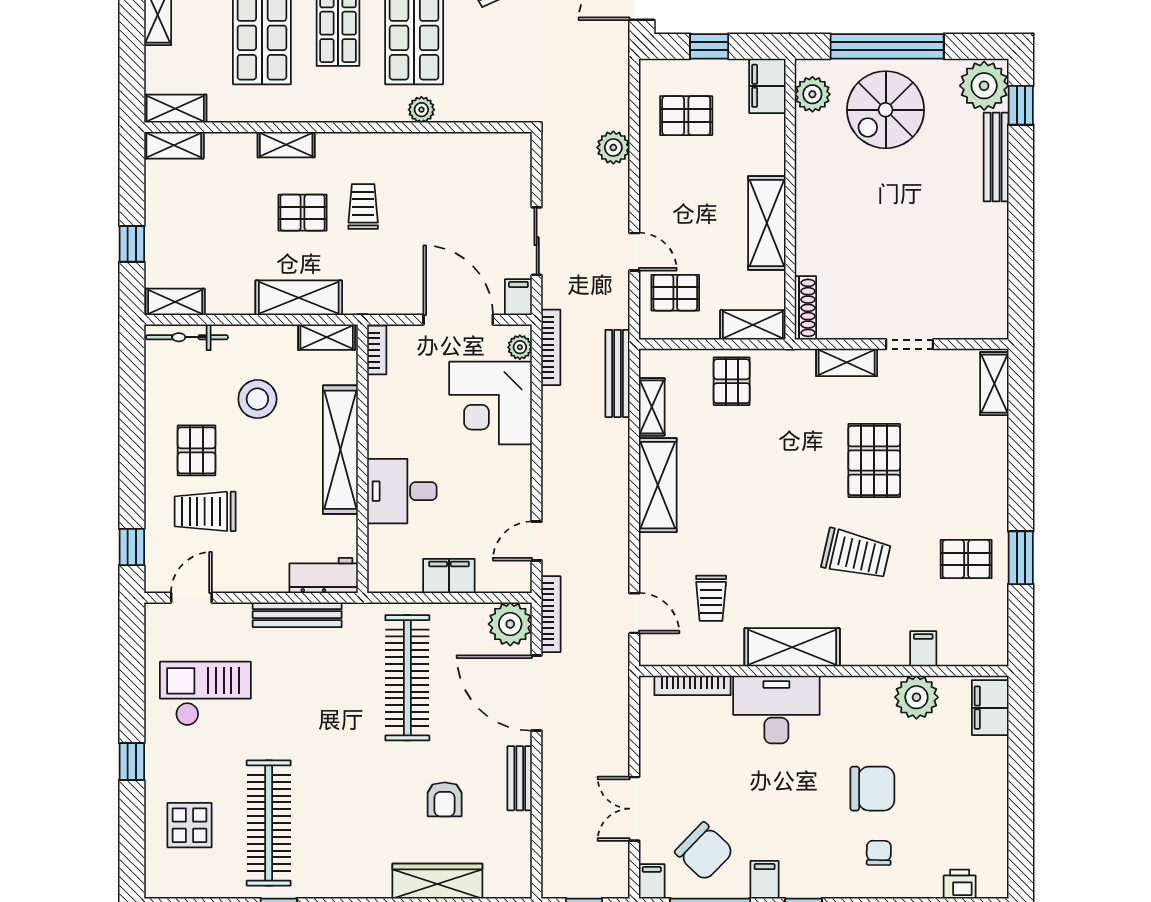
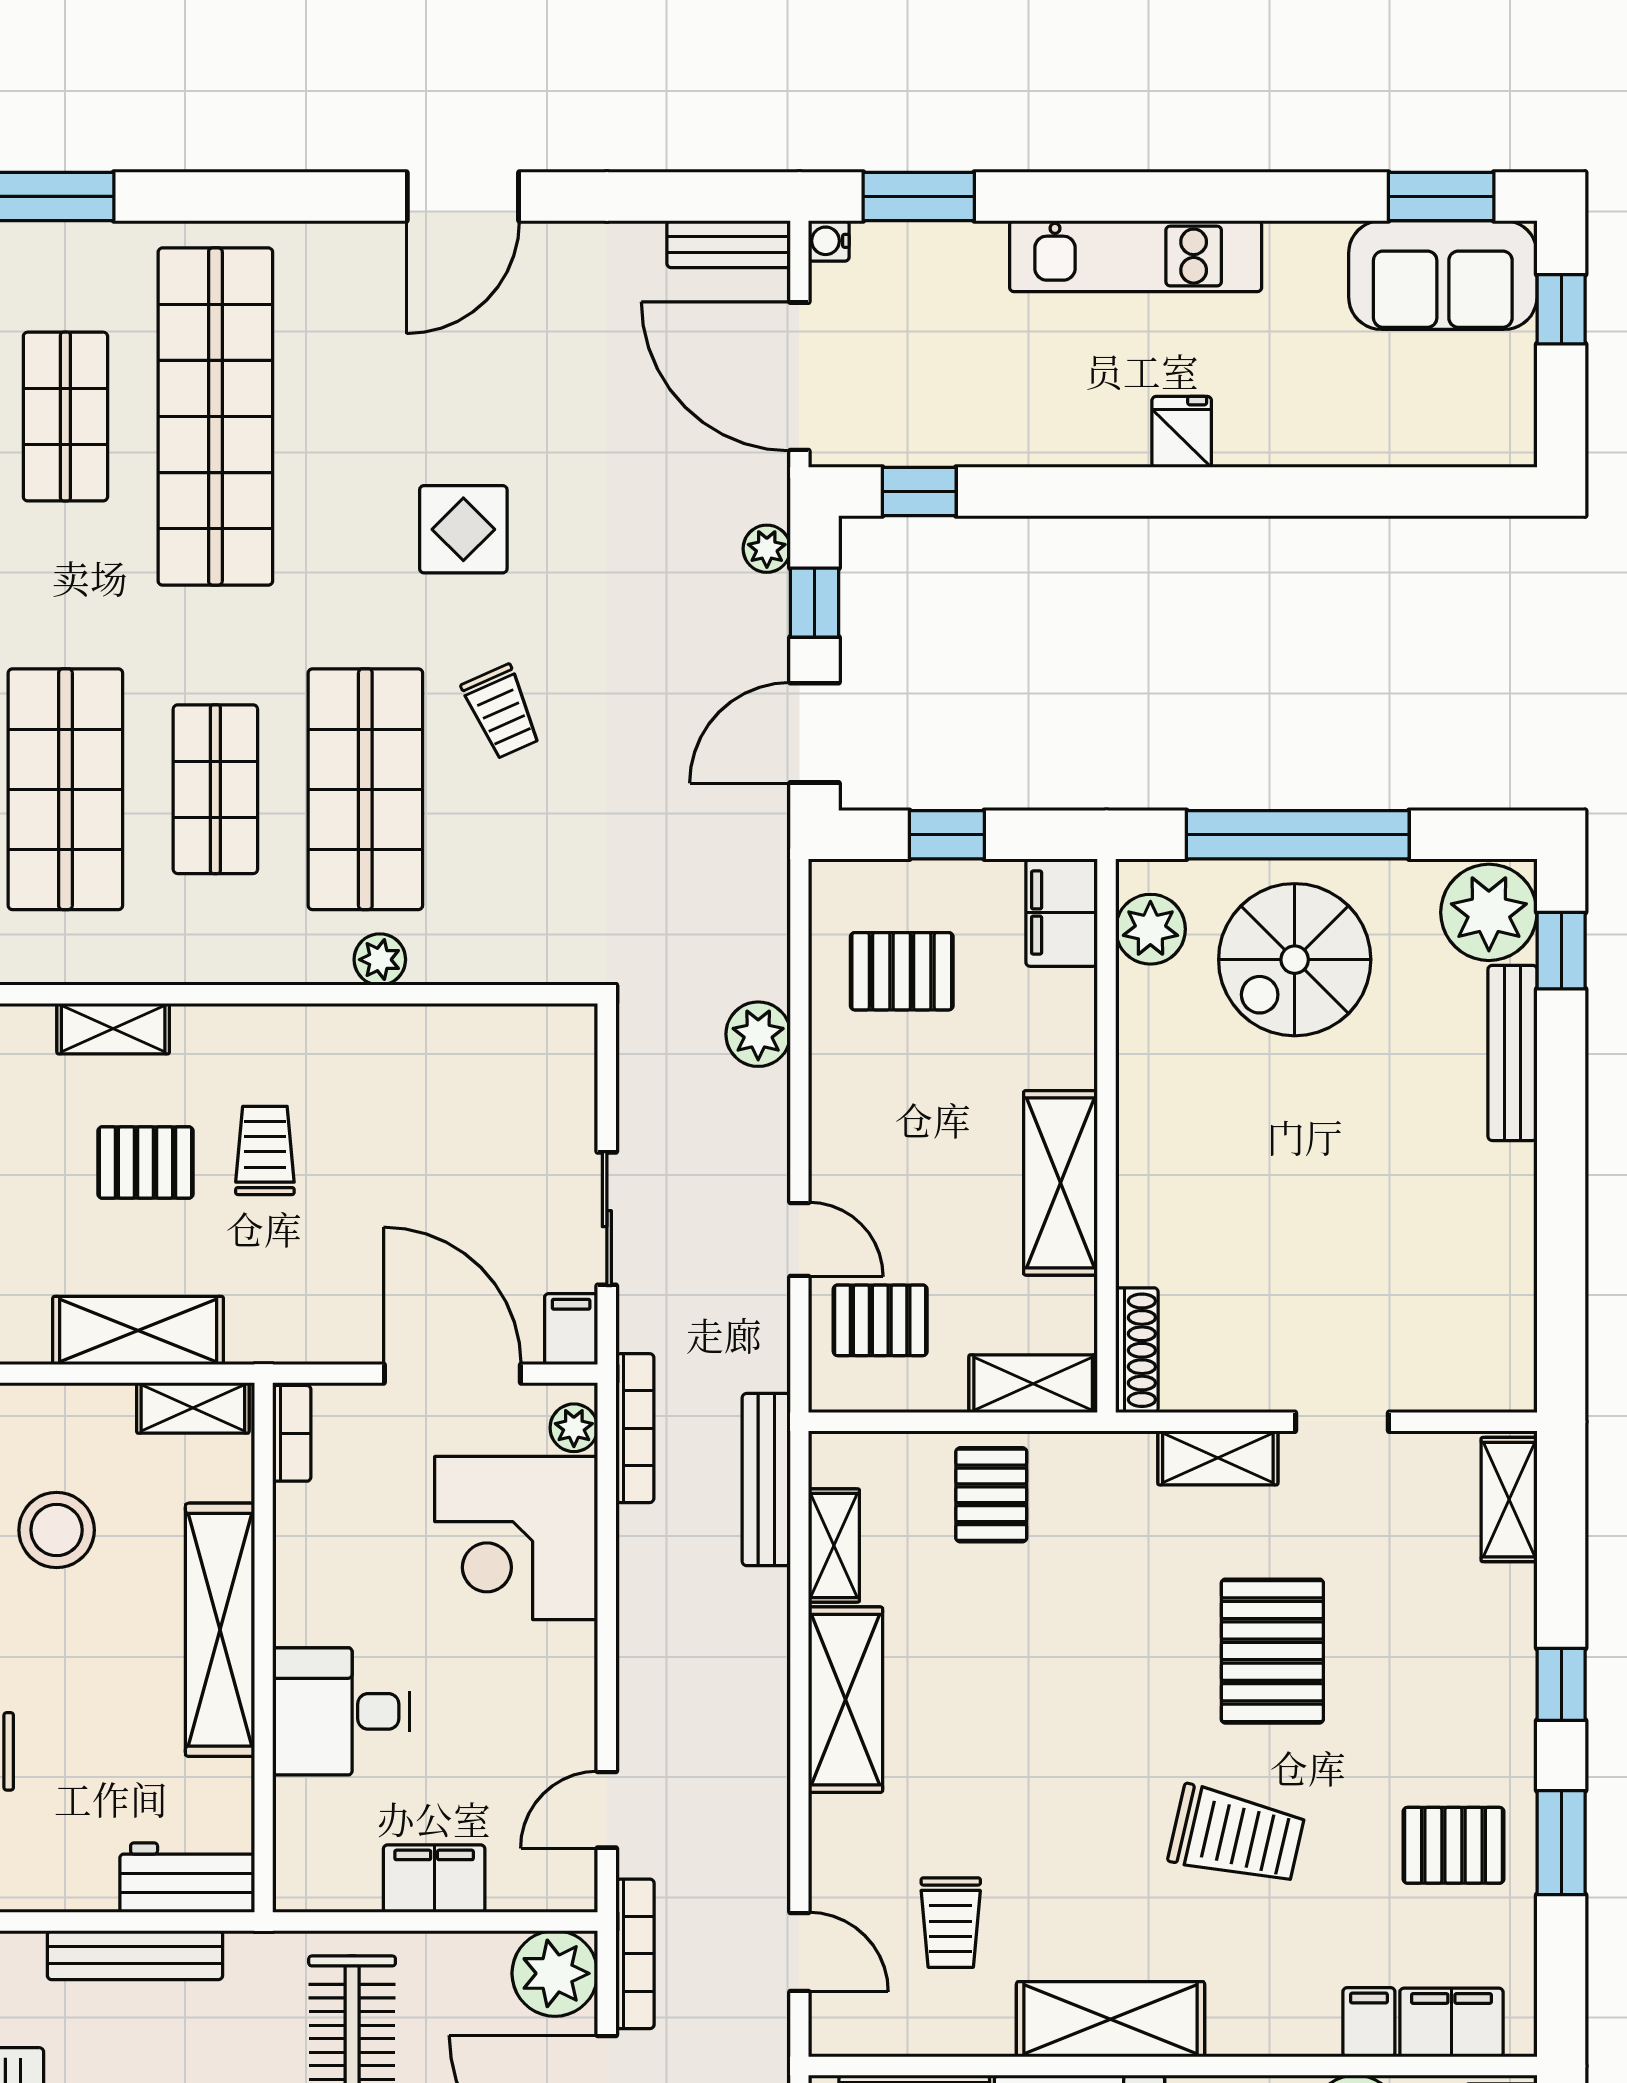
window: (1021, 477) -> (1561, 1684), added
filing cabinet: (965, 649) -> (1451, 2023), added

